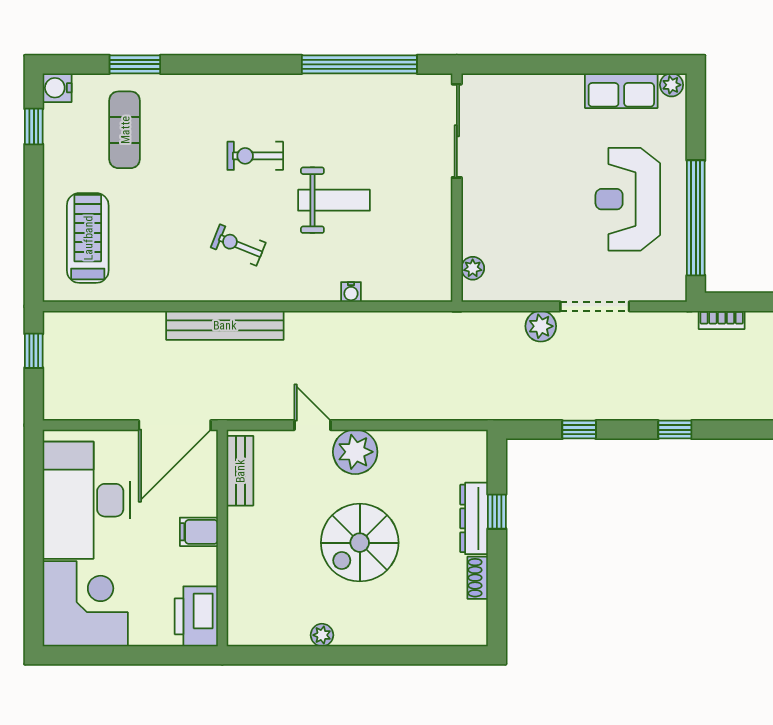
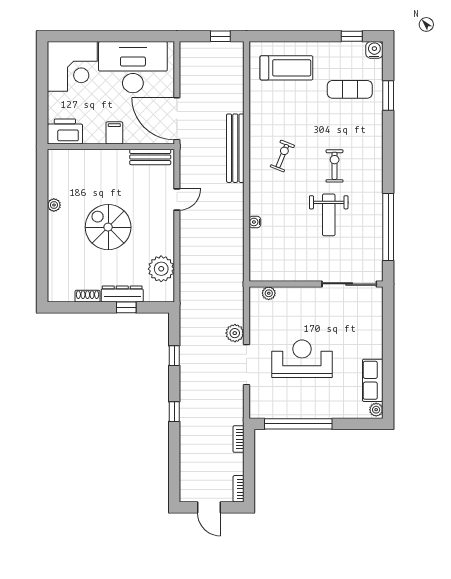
reception desk: (628, 199) -> (302, 359), moved
weight bench: (334, 200) -> (329, 215), moved
plant: (355, 452) -> (161, 269), moved

